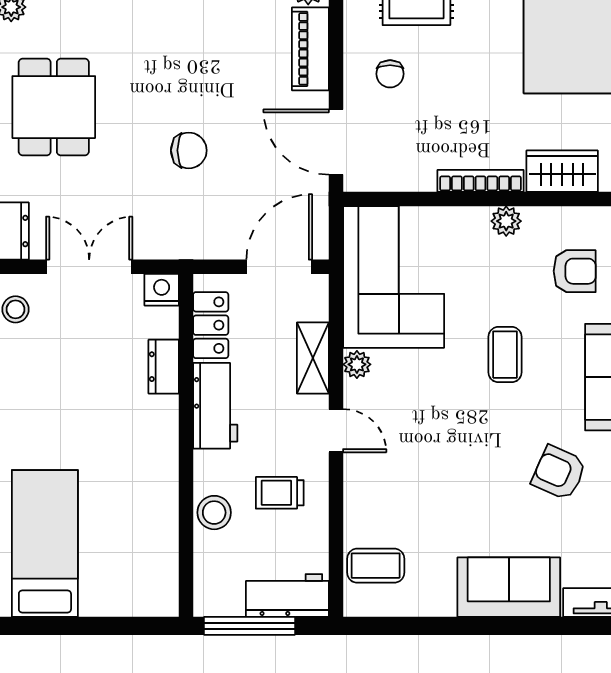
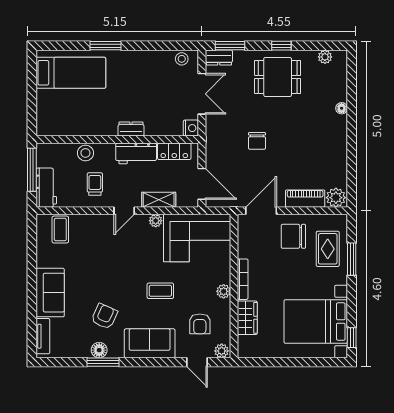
chair: (390, 74) -> (293, 236), width x1.87, depth x1.87
dresser: (164, 367) -> (131, 129), moved

